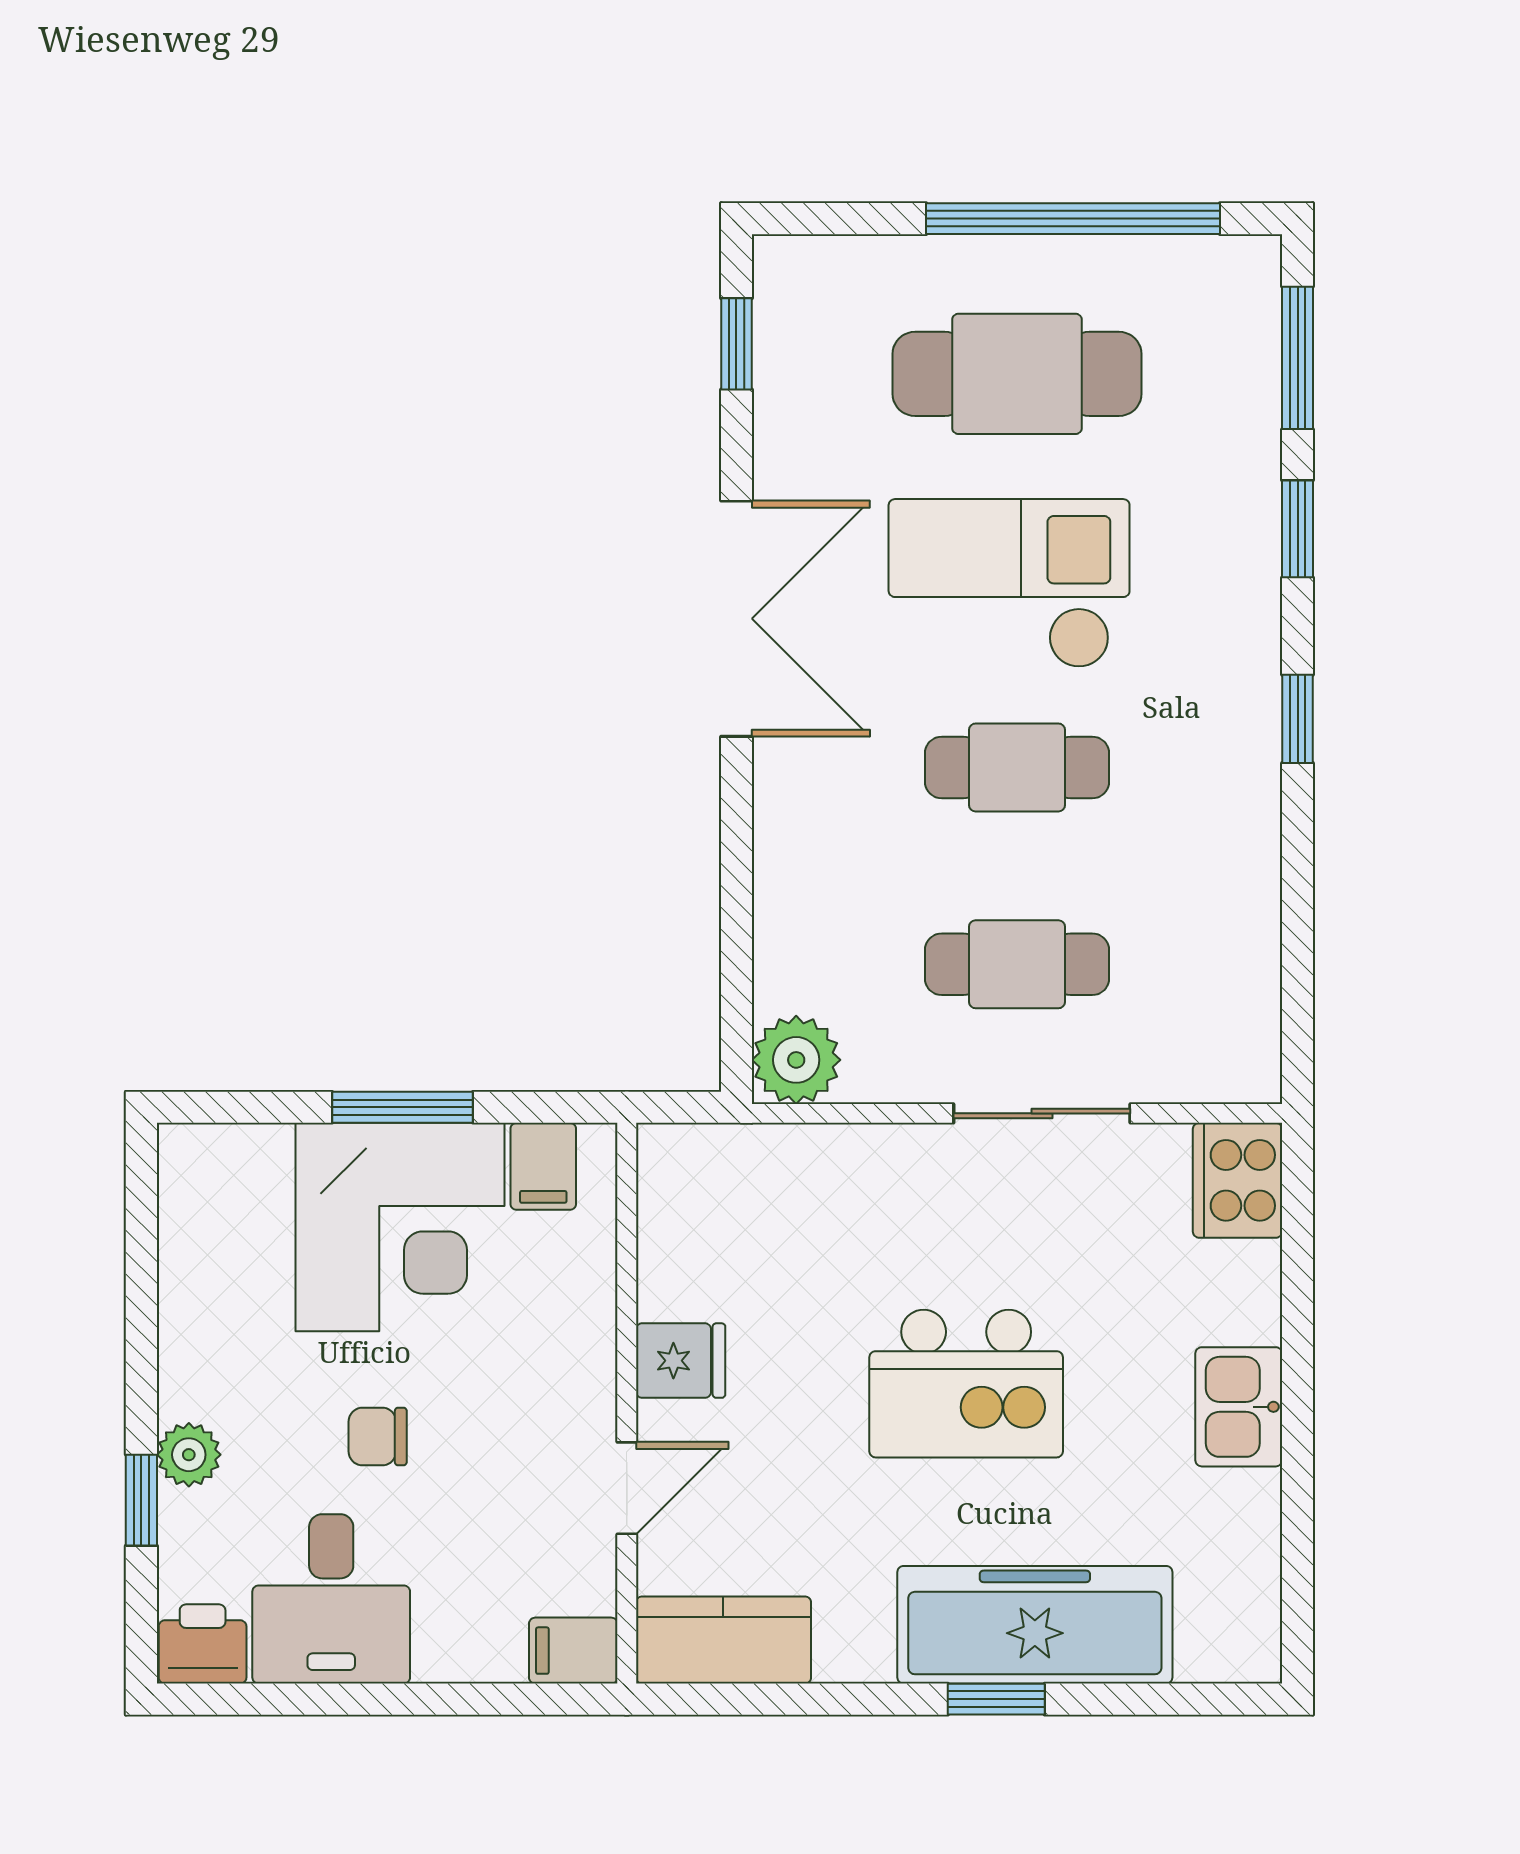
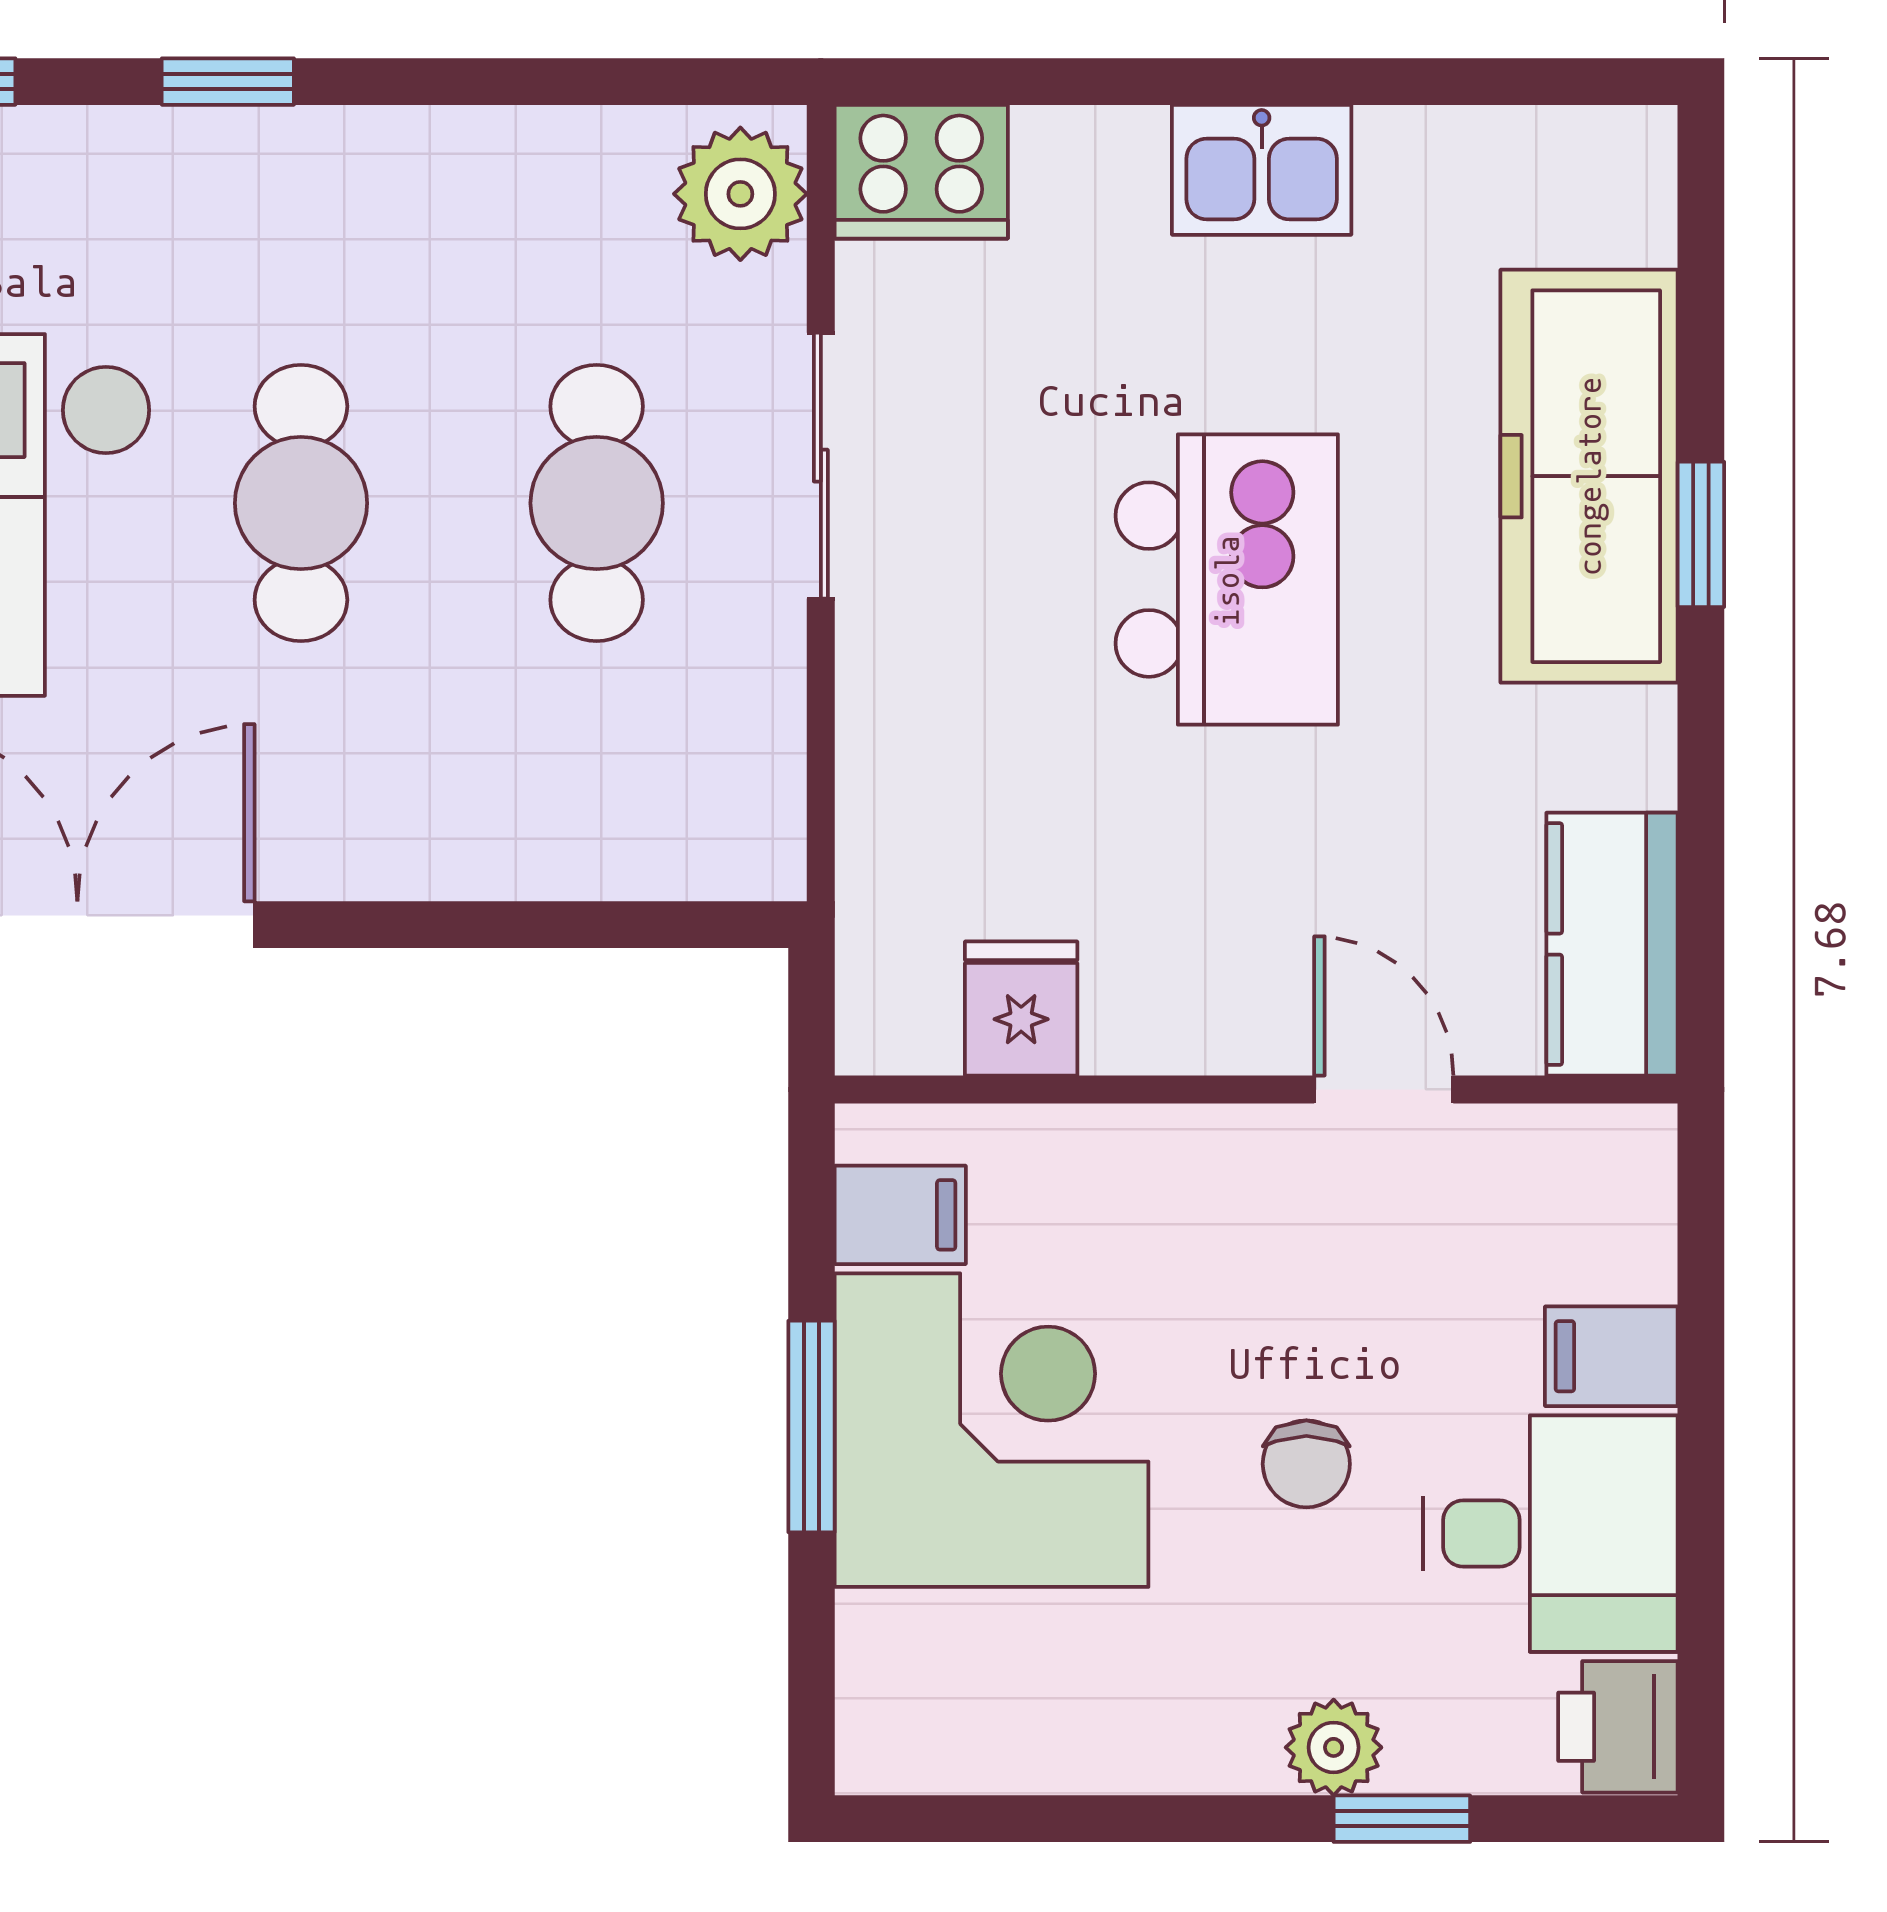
plant: (796, 1060) -> (740, 194), moved
fridge: (681, 1361) -> (1021, 1008), moved
filing cabinet: (573, 1651) -> (1611, 1356), moved, turned 90

